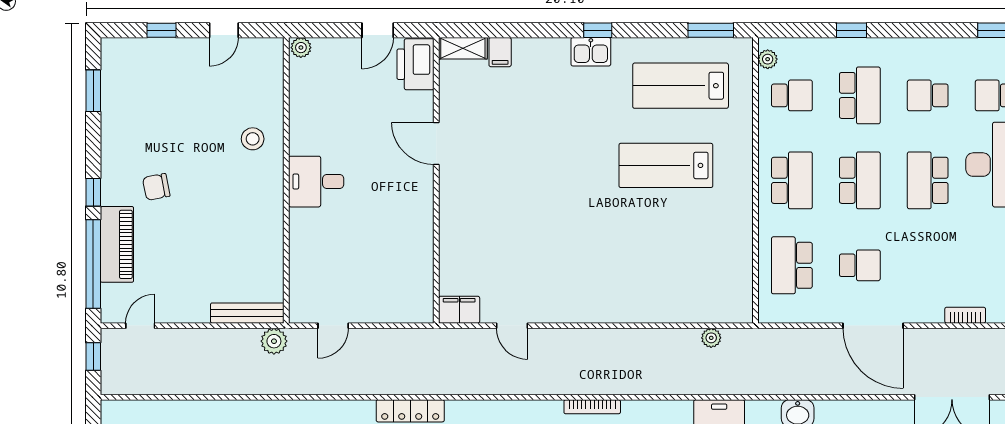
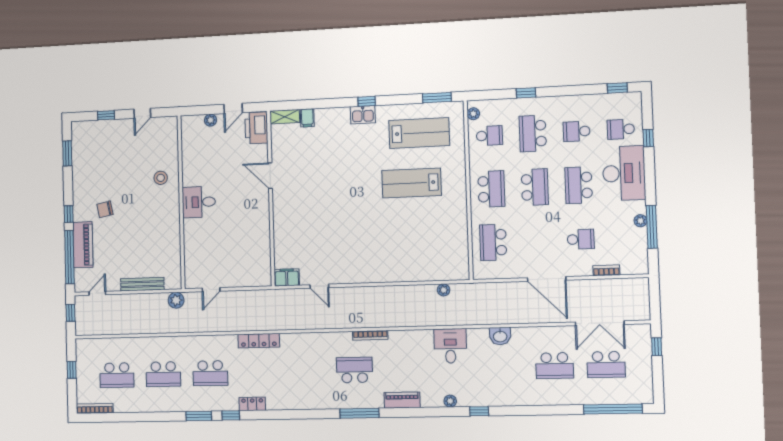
plant: (301, 48) -> (211, 120), moved
lab bench: (681, 86) -> (419, 133), turned 180
school desk: (860, 95) -> (533, 134), turned 180
school desk: (860, 265) -> (581, 239), moved
bench: (247, 313) -> (142, 284), moved

